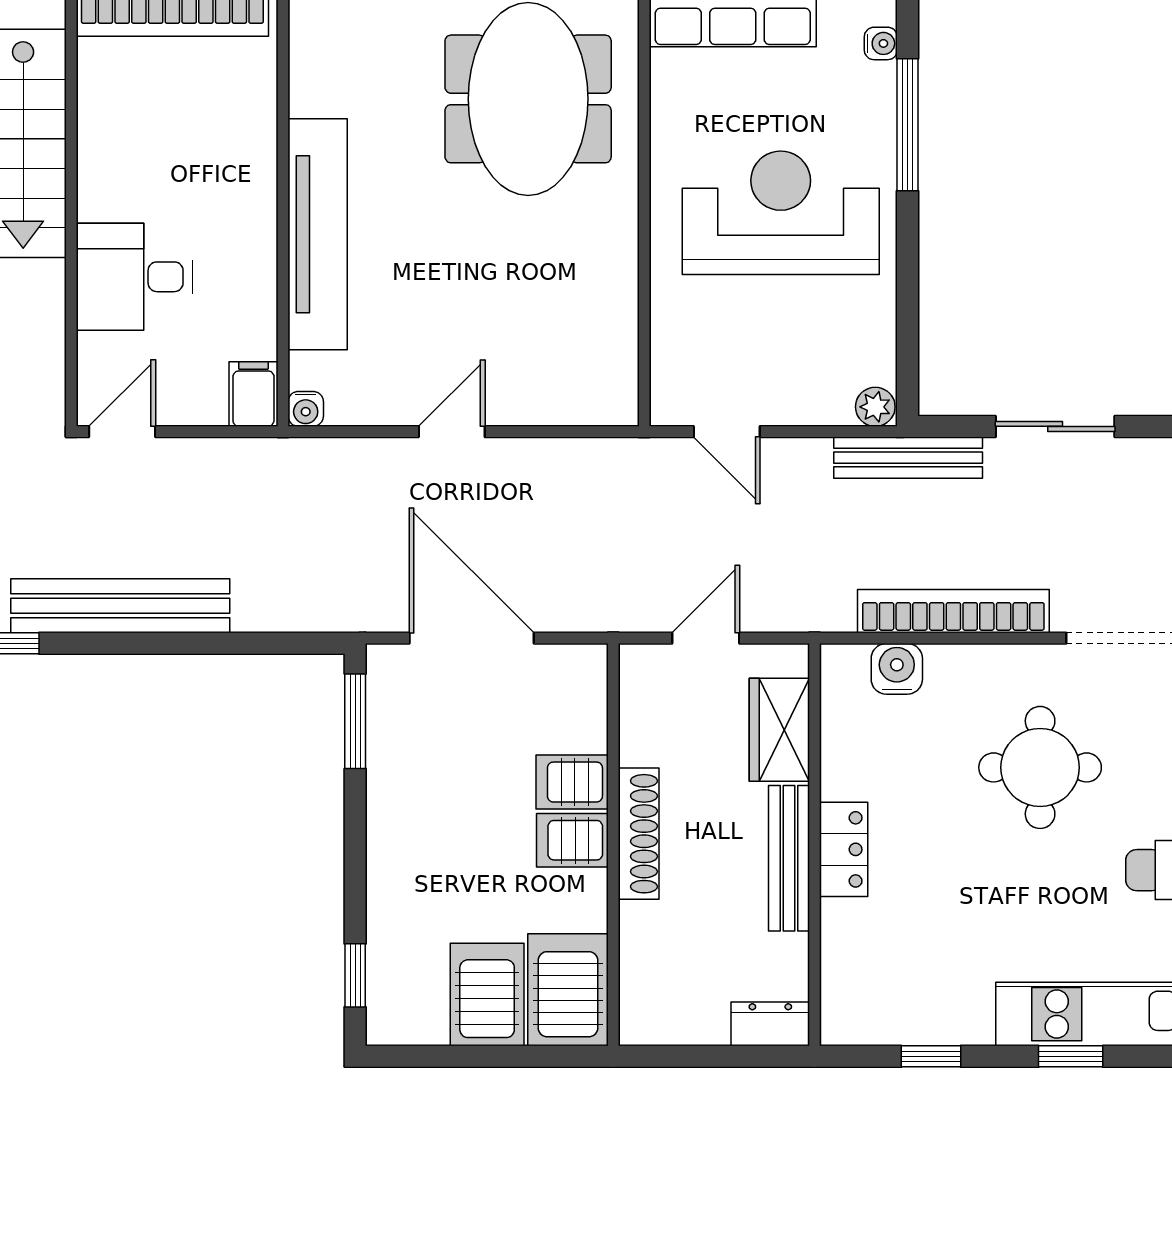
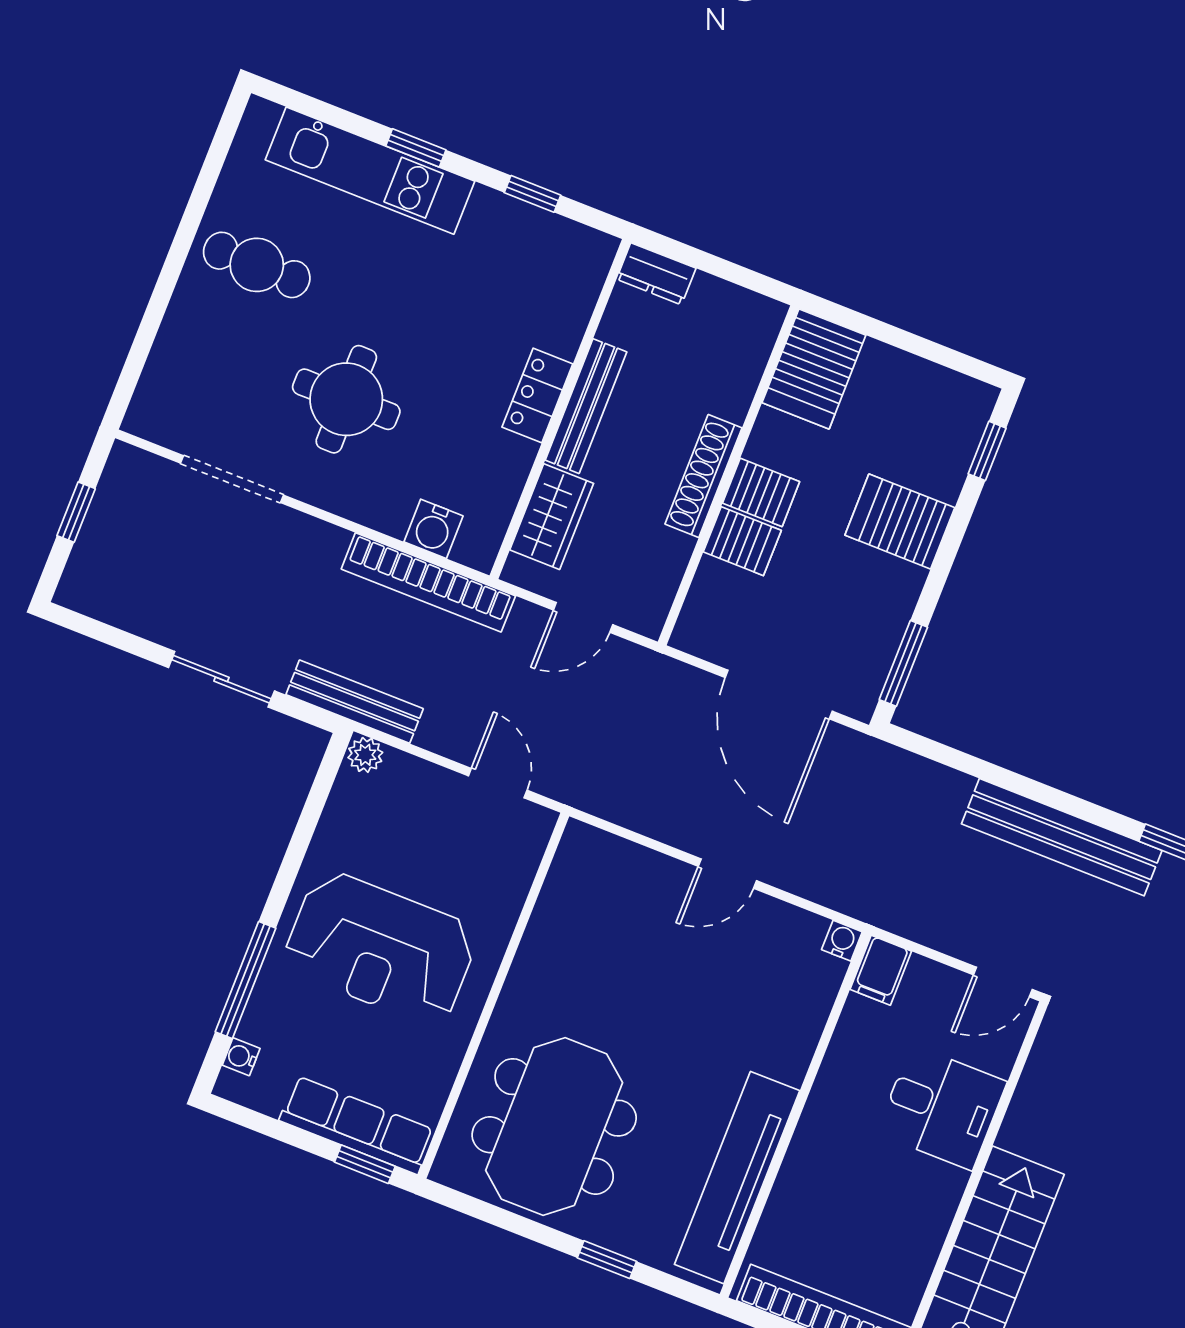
tv unit: (318, 234) -> (737, 1178), moved
bookcase: (953, 611) -> (428, 582), moved
server rack: (487, 995) -> (900, 521), moved, turned 90

